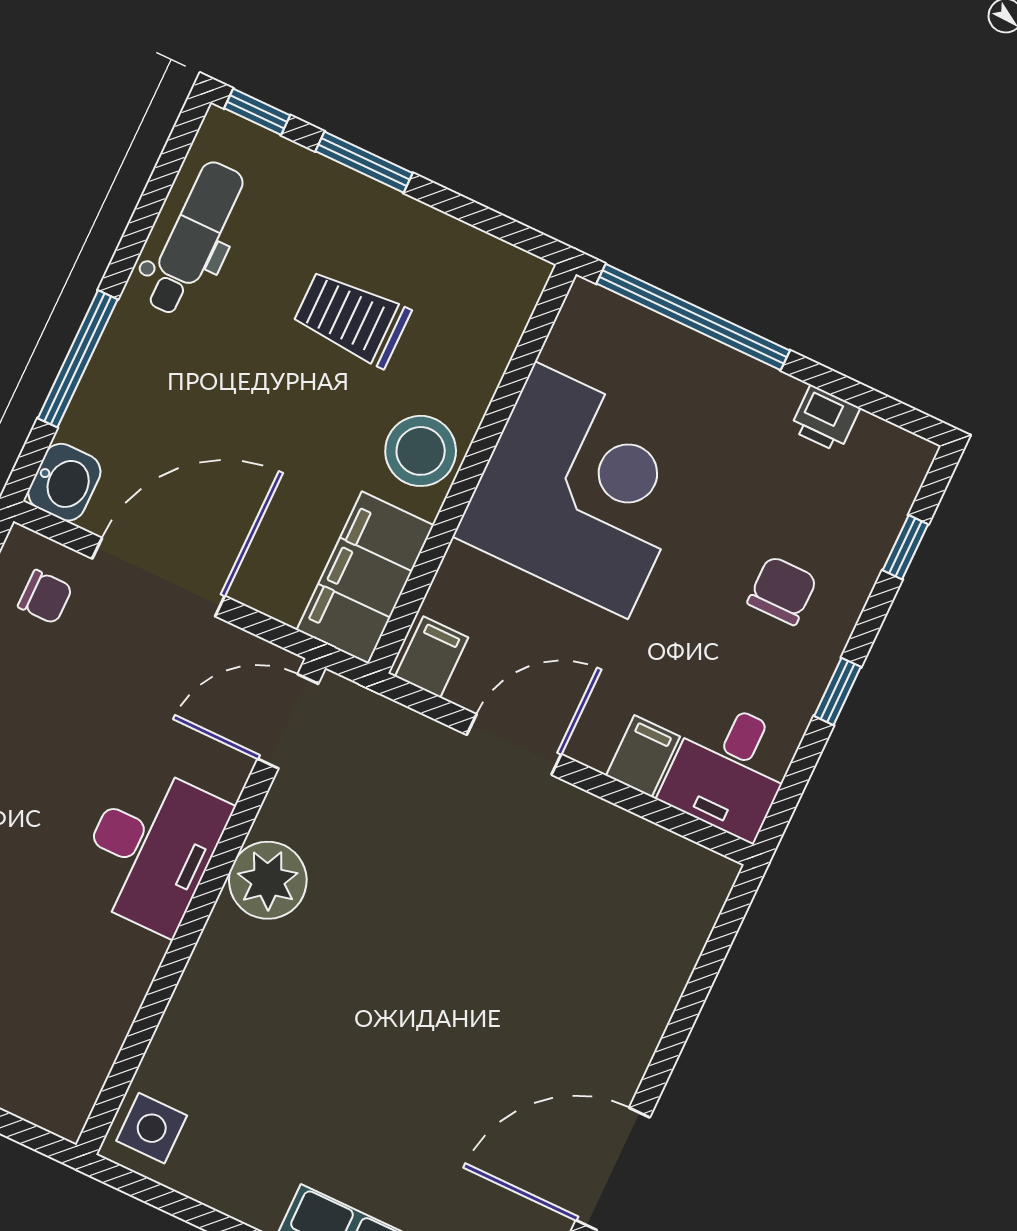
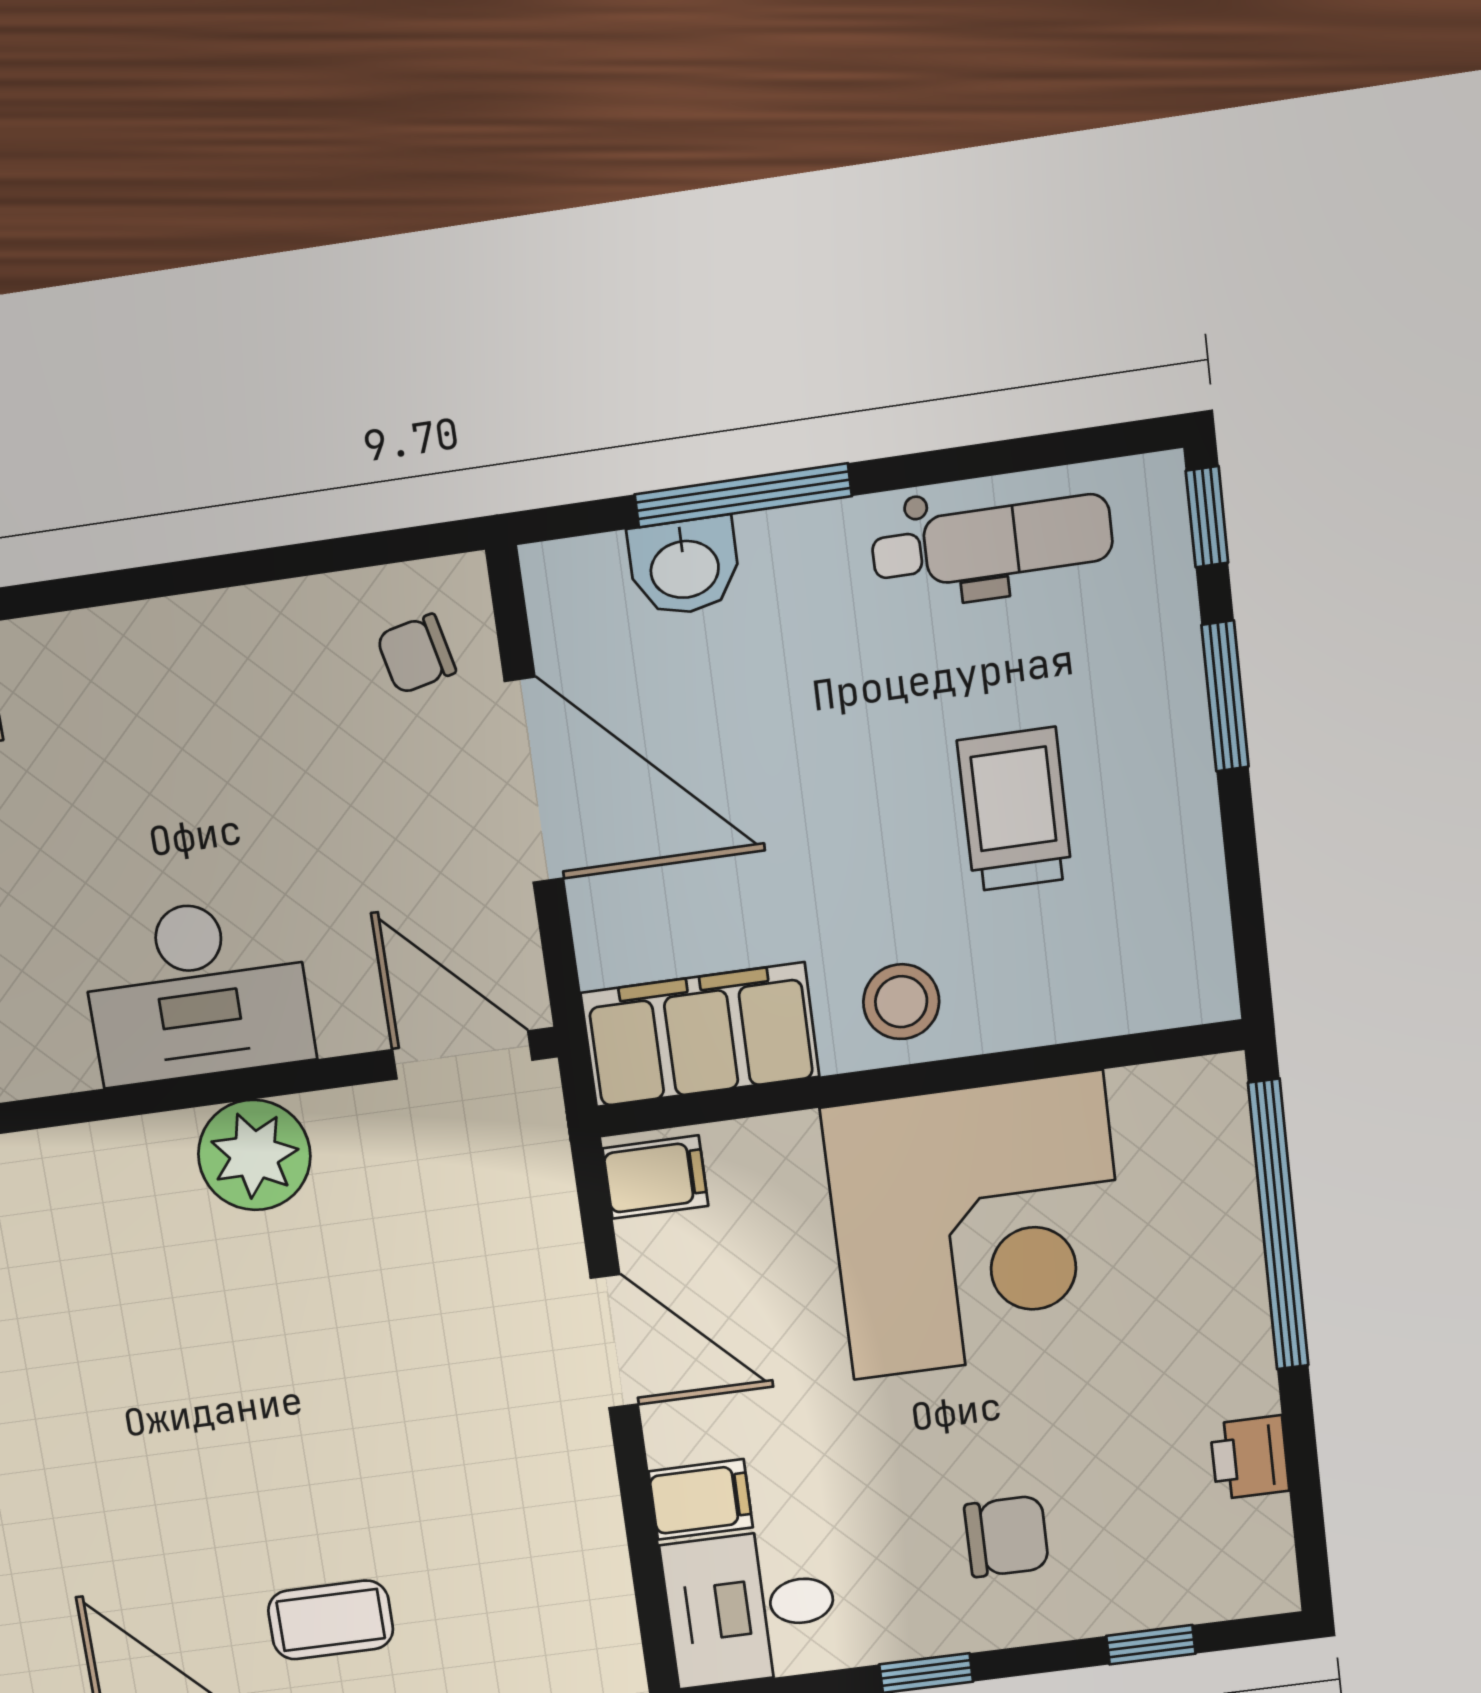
stool: (421, 451) -> (901, 1002), width x0.73, depth x0.73
washbasin: (64, 482) -> (684, 567), moved
chair: (45, 597) -> (416, 654), turned 77
coffee table: (575, 1025) -> (331, 1620), added

